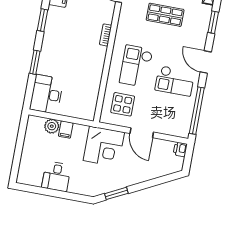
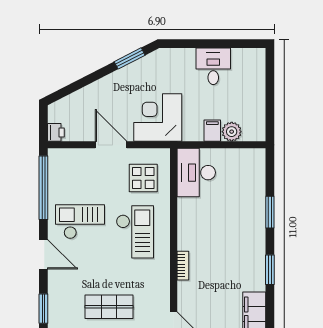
desk: (47, 94) -> (196, 173), moved, turned 180

